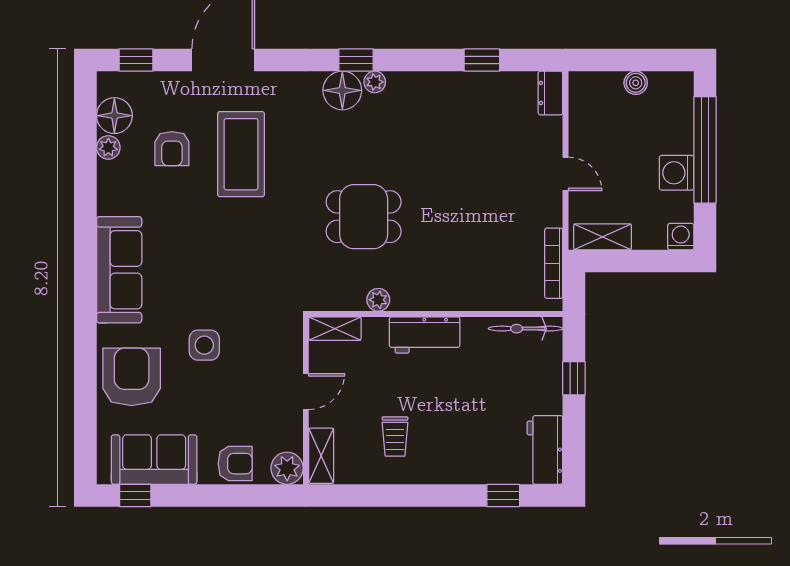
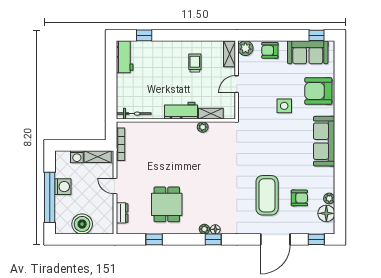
boiler: (636, 83) -> (82, 224), width x1.86, depth x1.86
floor lamp: (342, 90) -> (215, 229), width x0.53, depth x0.53
dresser: (550, 93) -> (122, 213), moved
armchair: (172, 149) -> (299, 198), turned 90
dining table: (364, 217) -> (167, 204), moved, turned 90
washing machine: (681, 237) -> (77, 157), moved
shelving: (335, 329) -> (211, 114), moved
armchair: (132, 377) -> (318, 91), turned 90
window: (574, 378) -> (111, 90), removed

